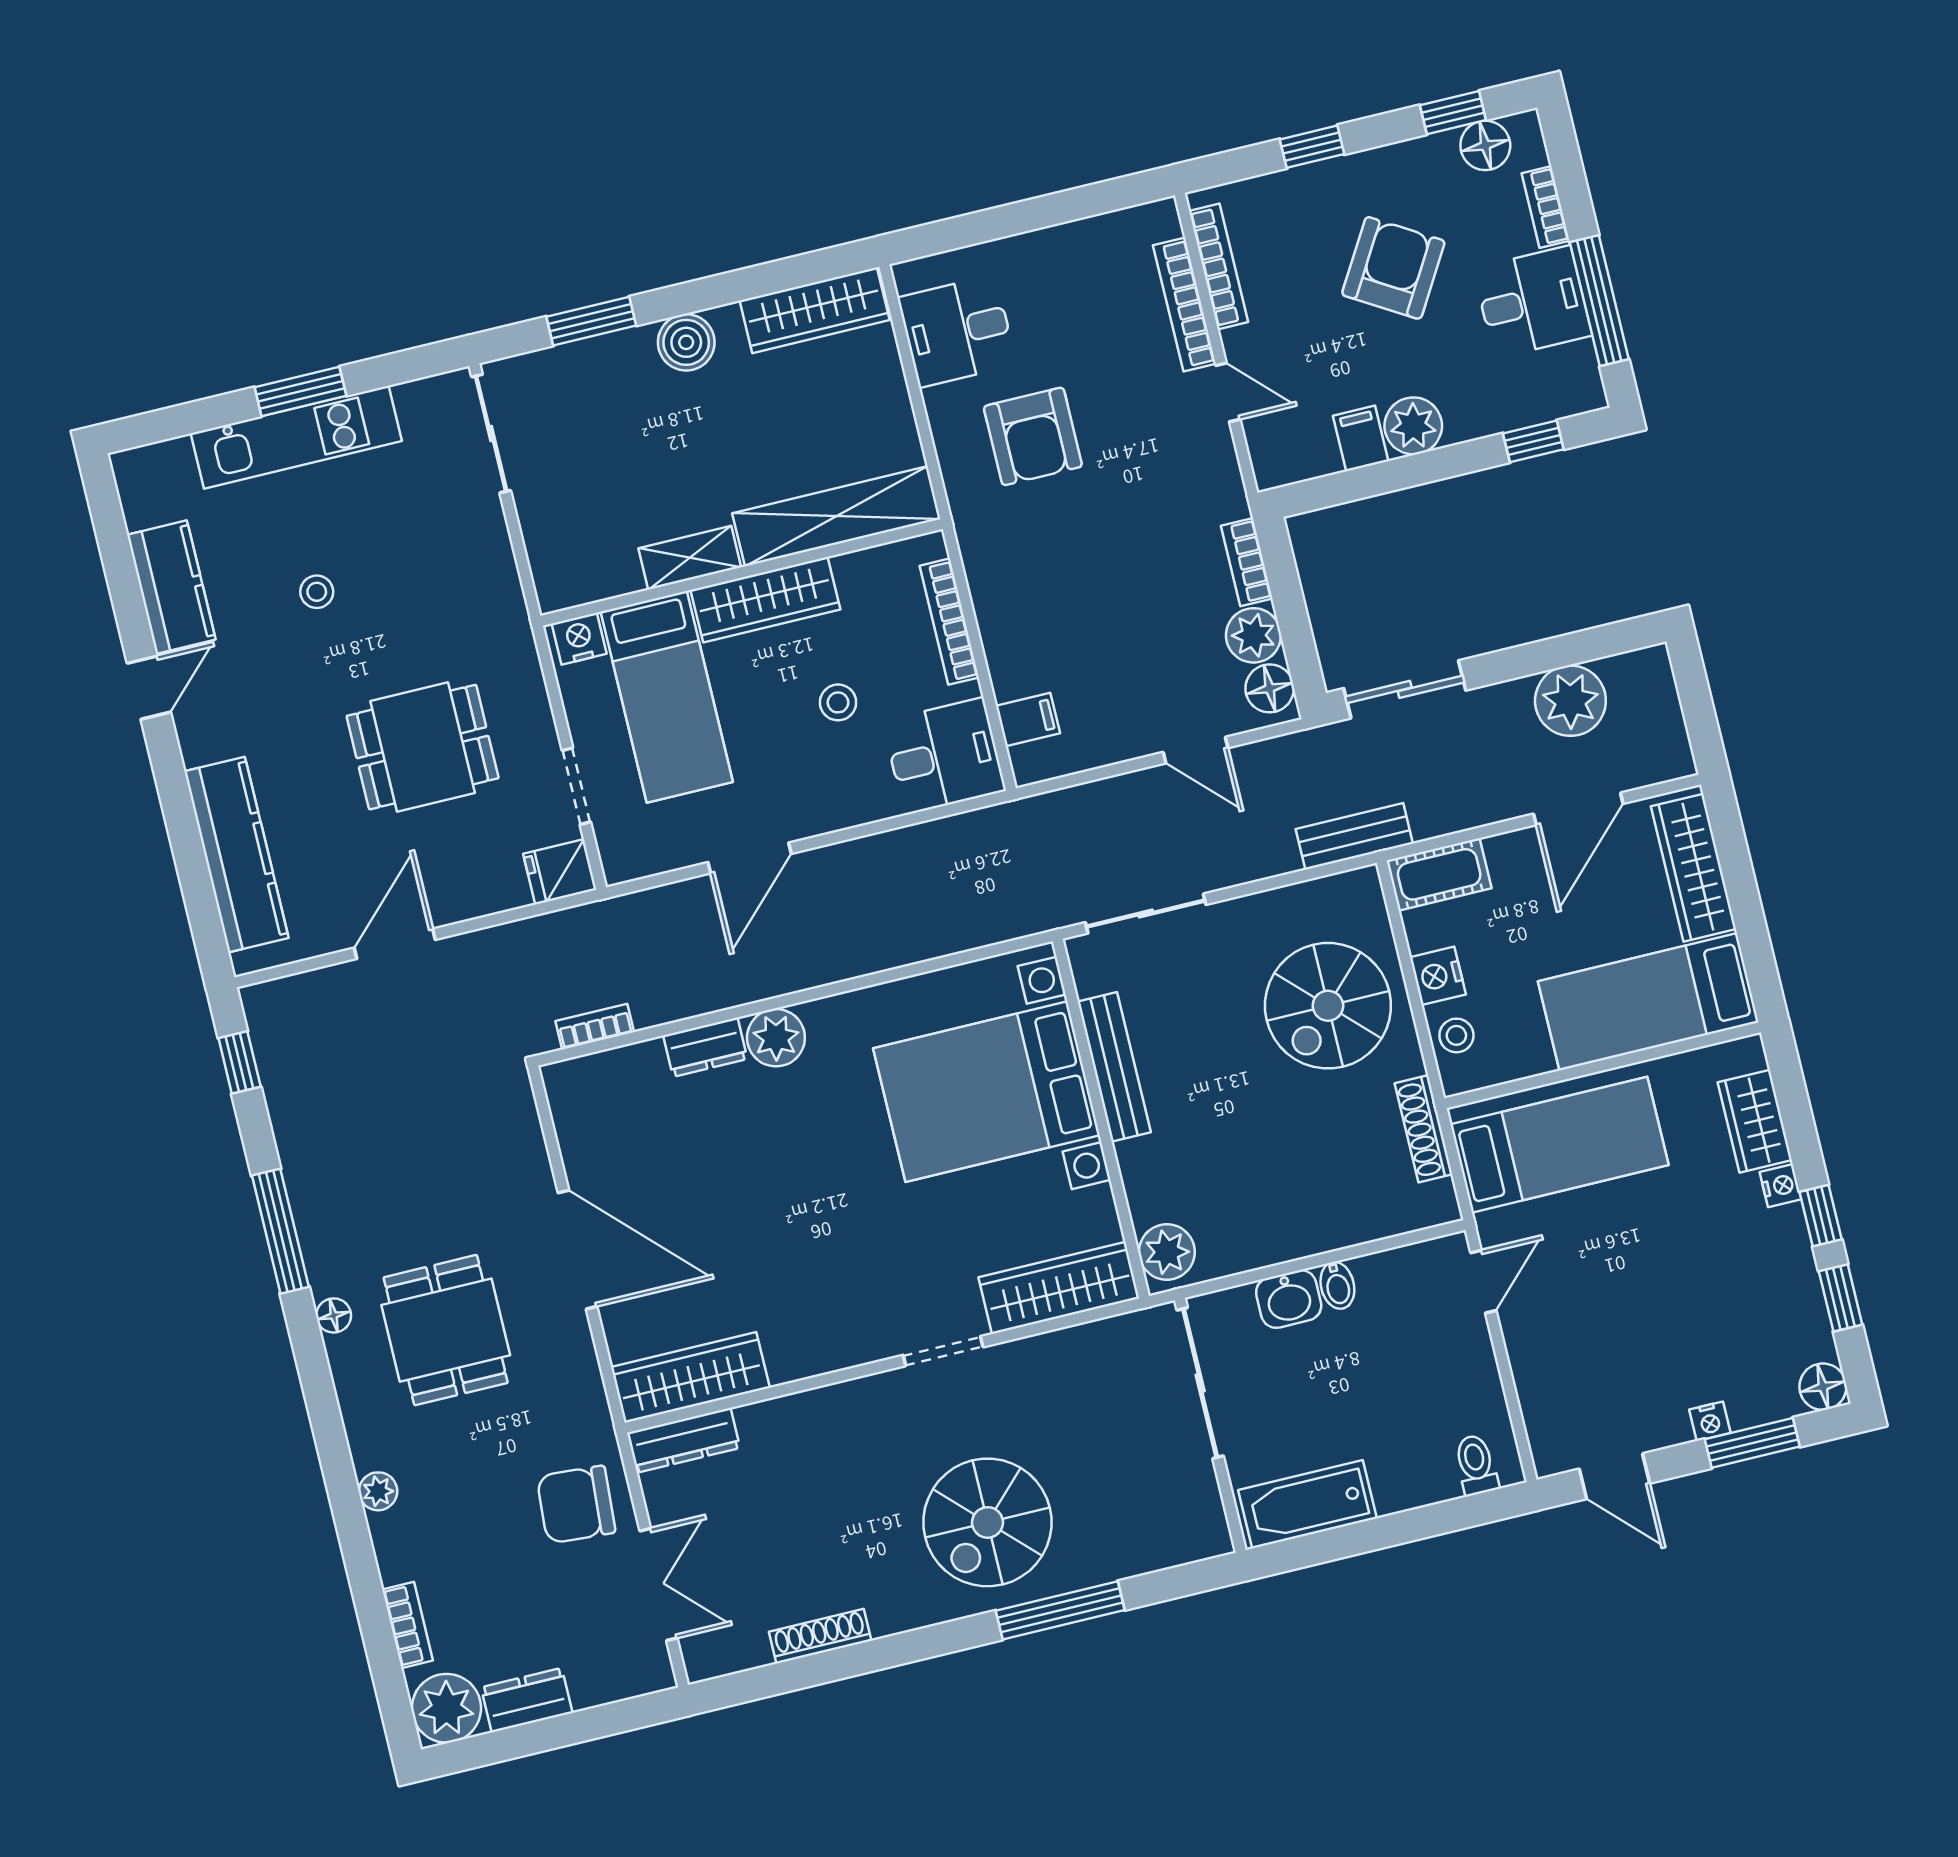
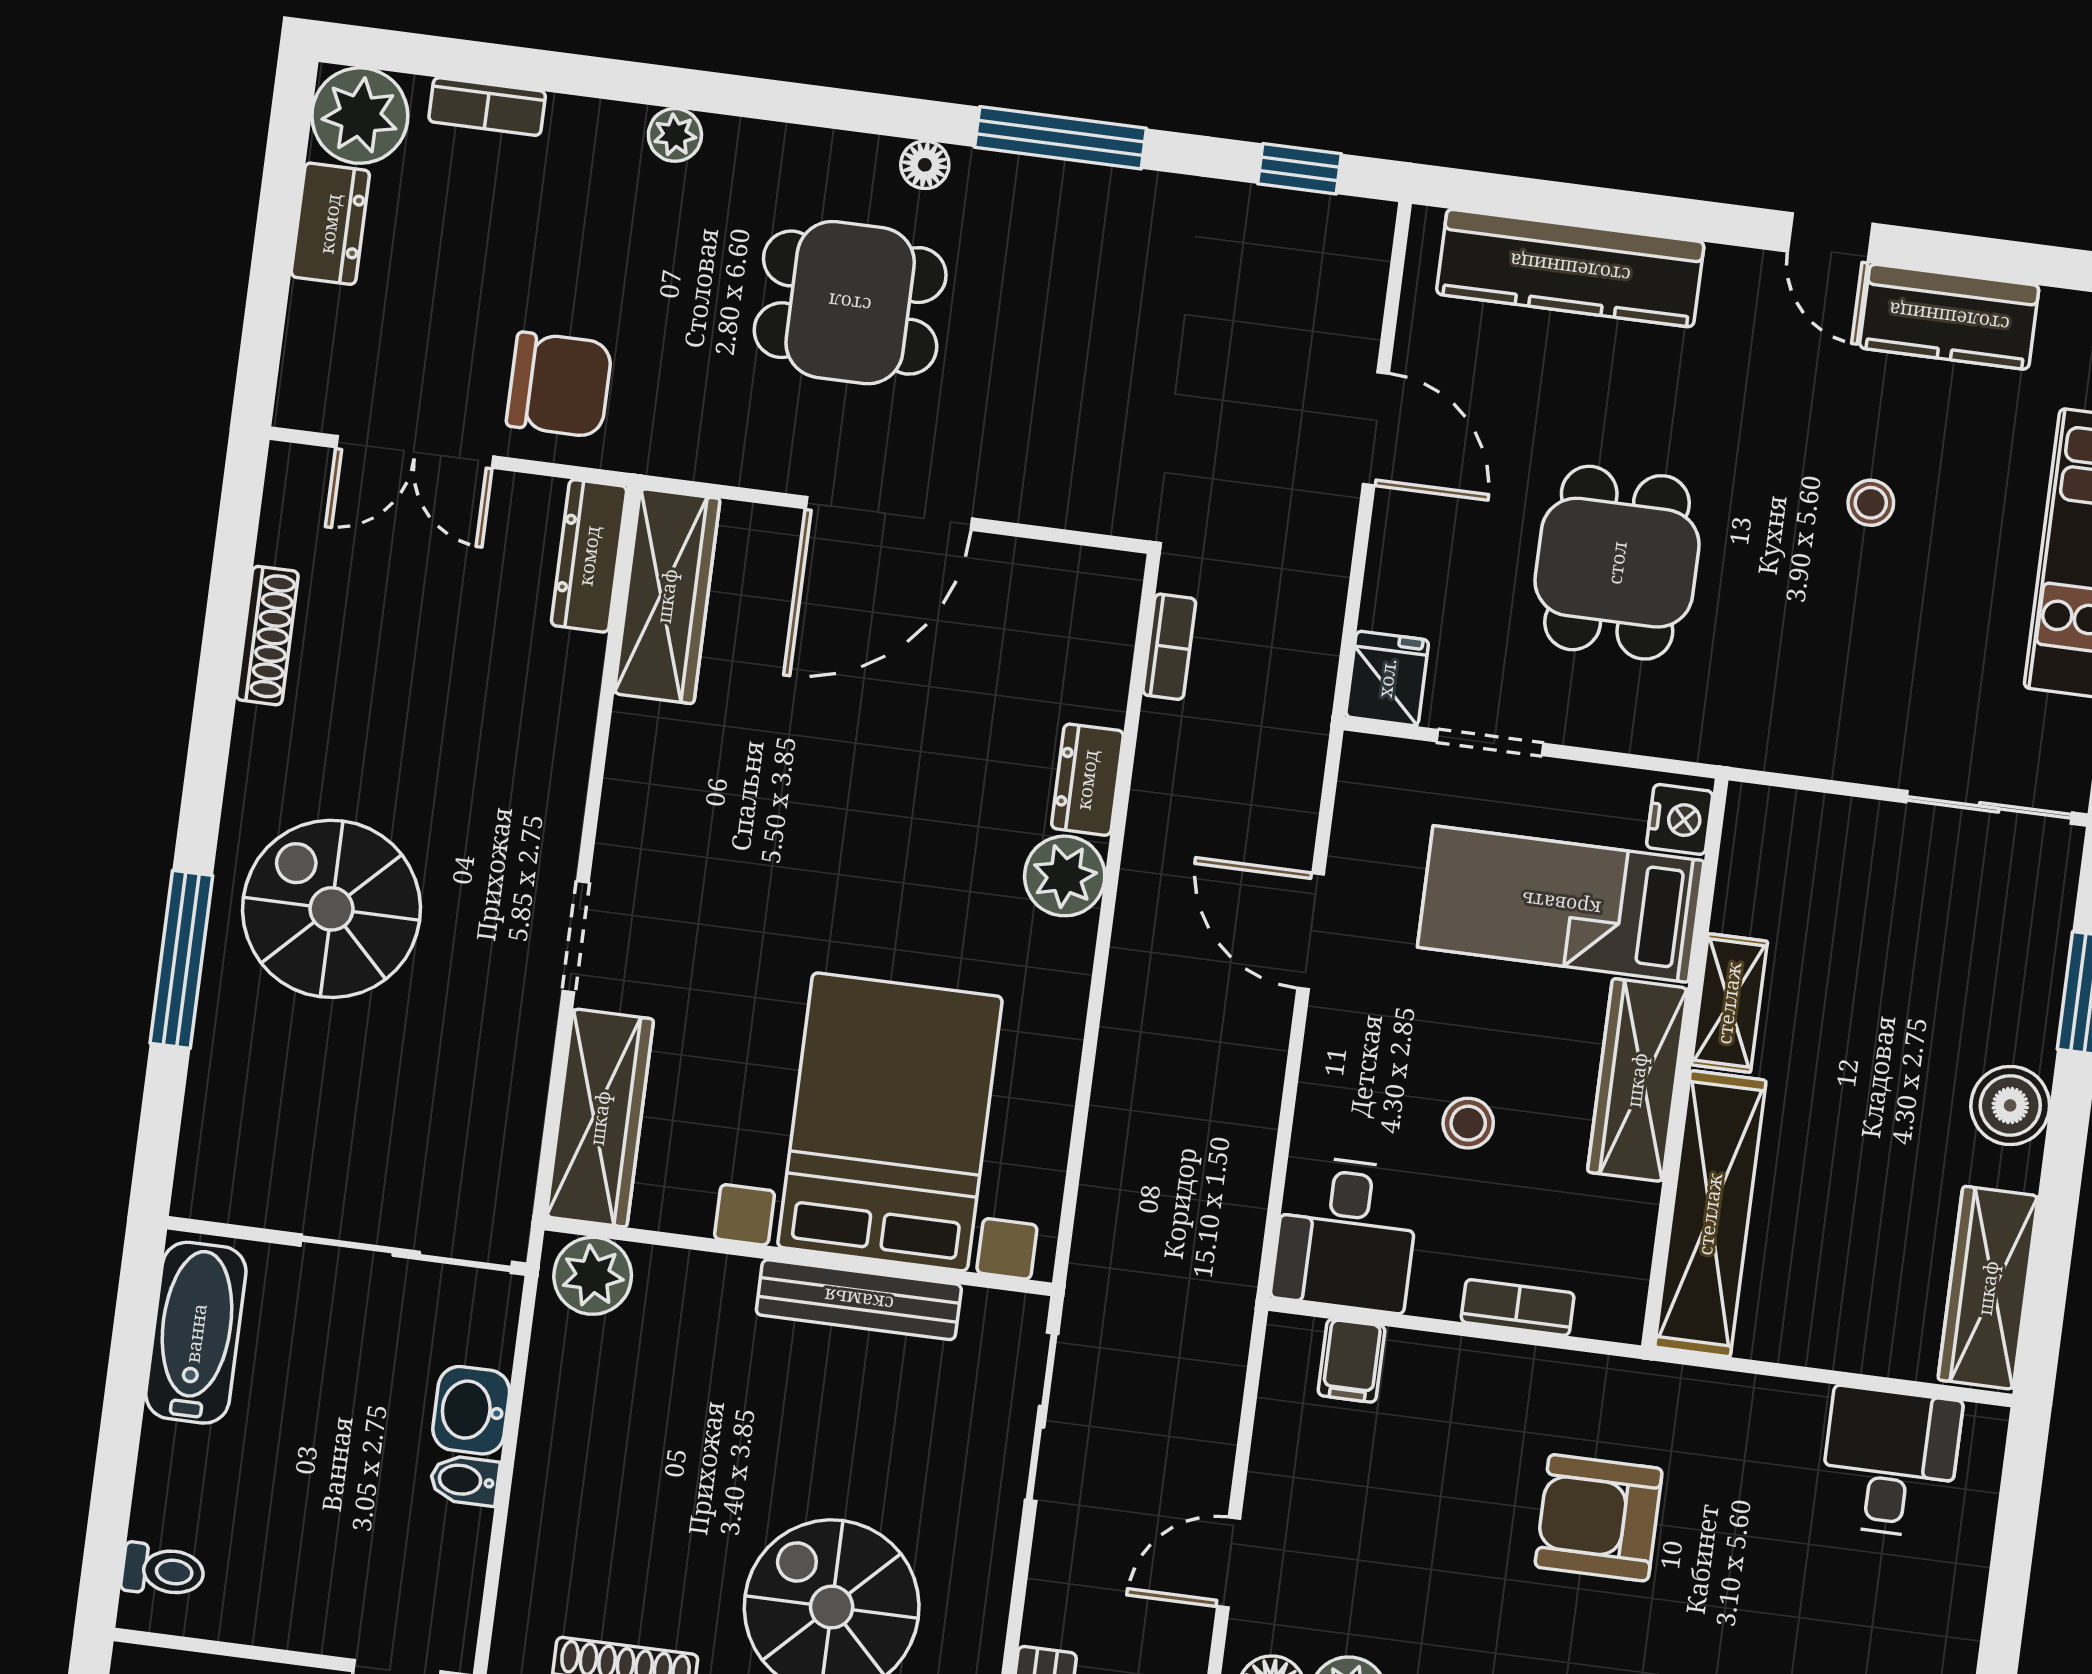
armchair: (1033, 436) -> (1599, 1518), moved
bookcase: (949, 622) -> (1518, 1307), width x0.64
chair: (576, 1505) -> (559, 385), turned 86

